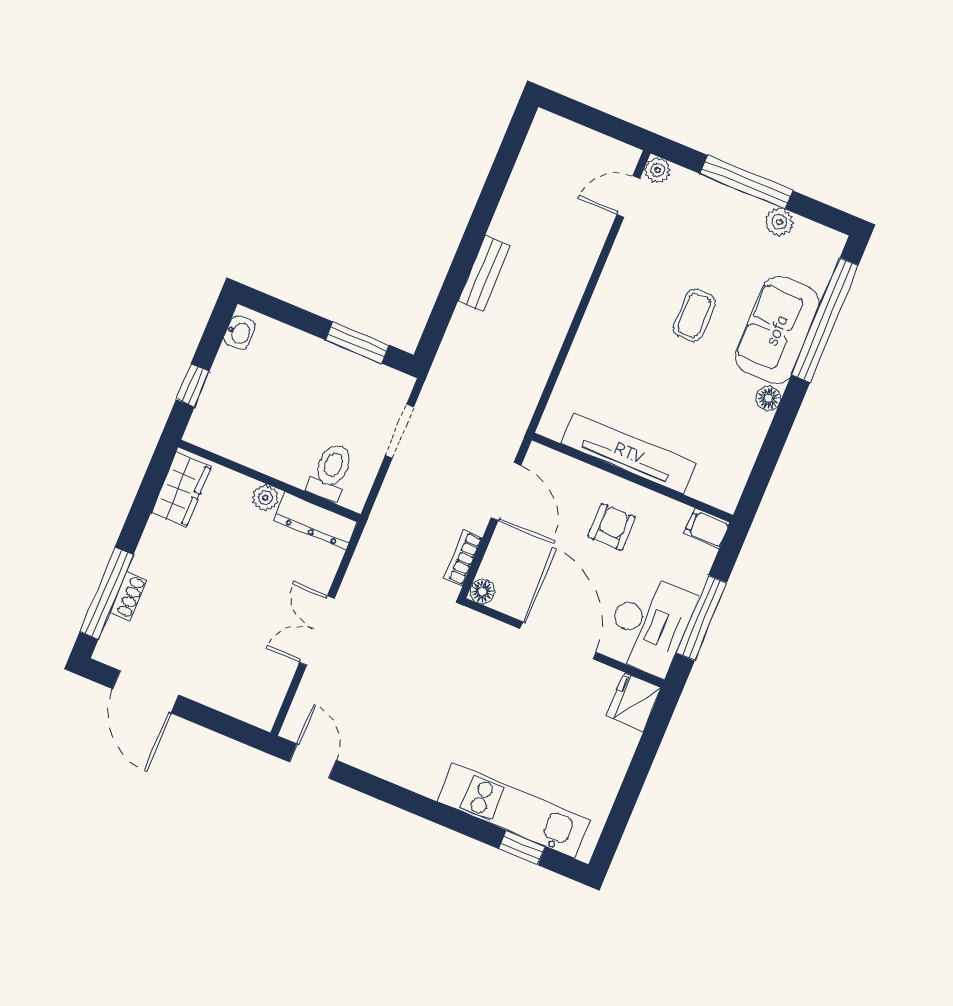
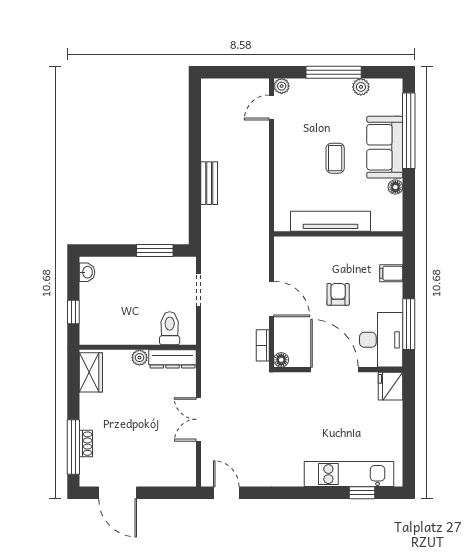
tv unit: (629, 453) -> (331, 221), moved
wall: (632, 478) -> (338, 234), moved

